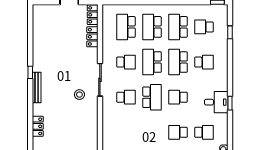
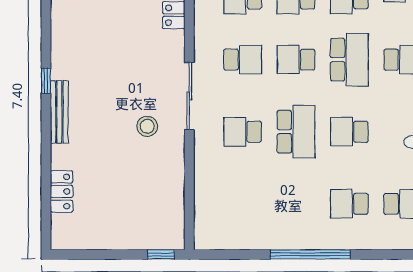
school desk: (152, 62) -> (296, 60), width x0.54
school desk: (178, 62) -> (349, 60), turned 180
school desk: (126, 97) -> (243, 132), turned 180

